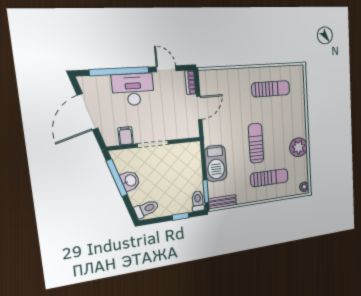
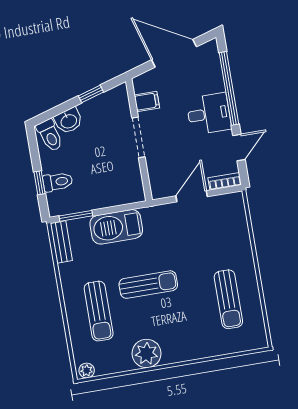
desk: (133, 89) -> (209, 114), width x0.73
door: (199, 108) -> (192, 196), swing flipped
window: (117, 178) -> (91, 94), width x0.46
washbasin: (130, 181) -> (69, 121), moved
toilet: (198, 201) -> (58, 182), moved

